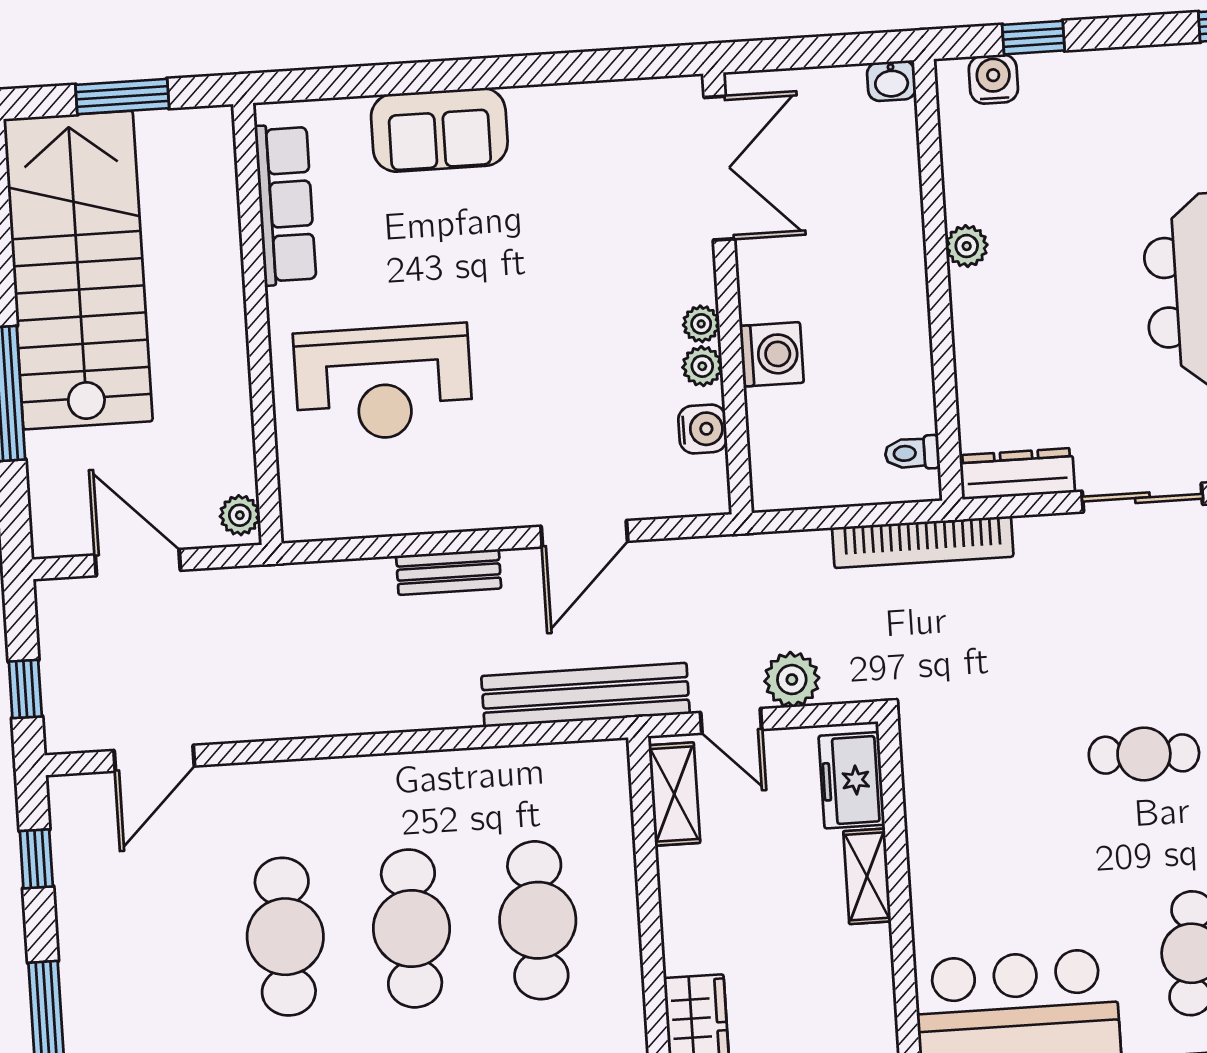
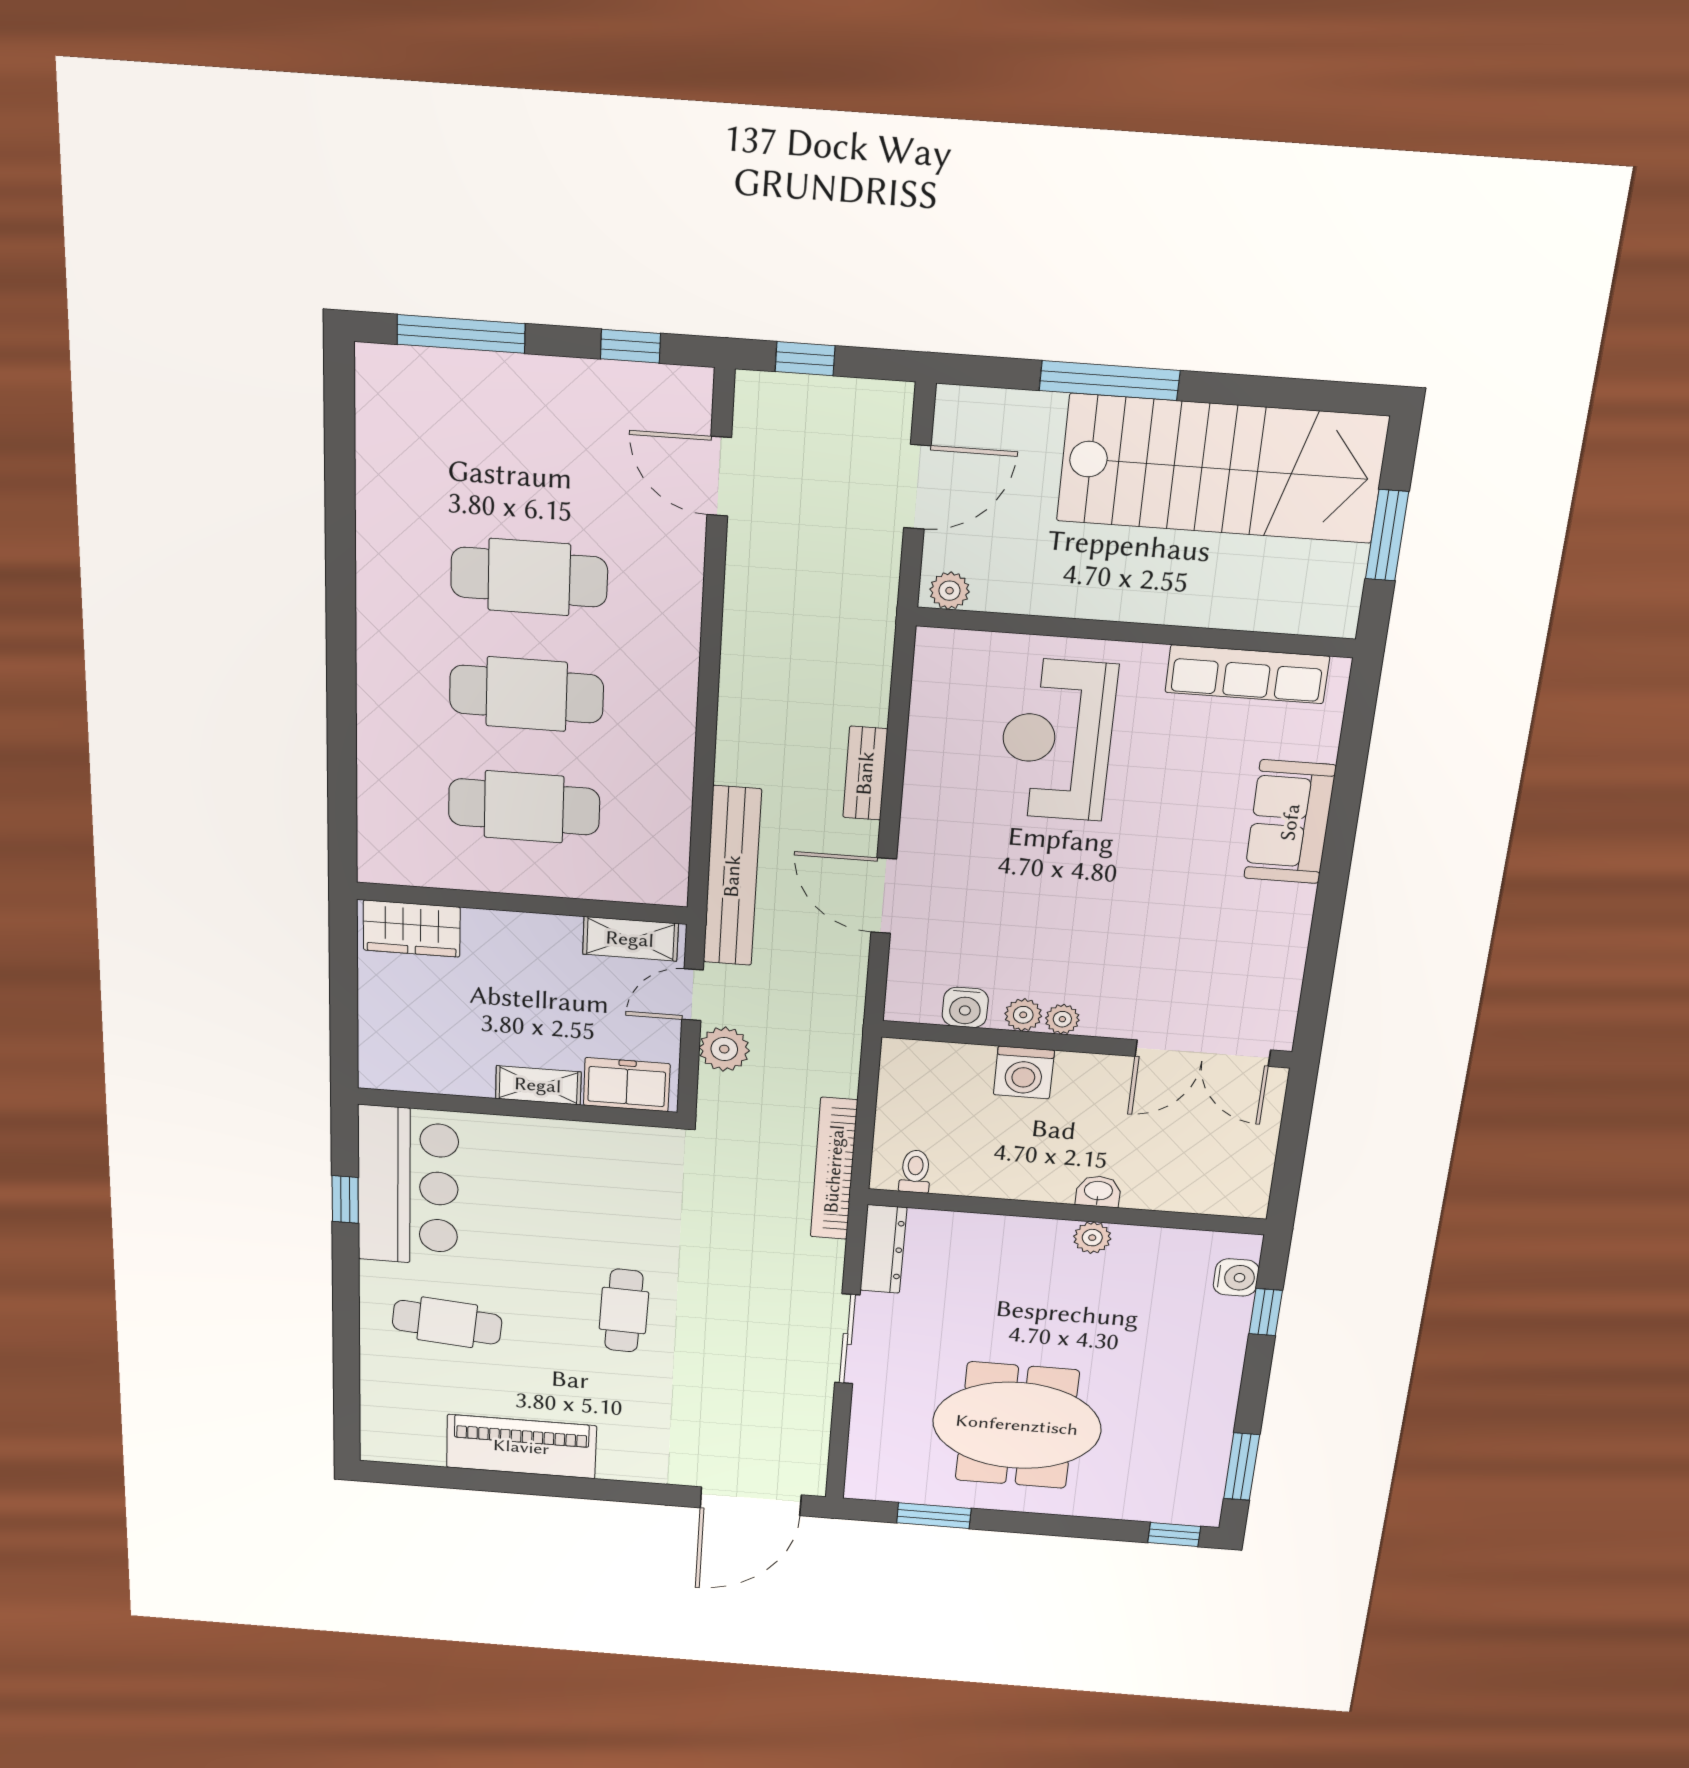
washbasin: (891, 81) -> (1098, 1191), moved, turned 90

